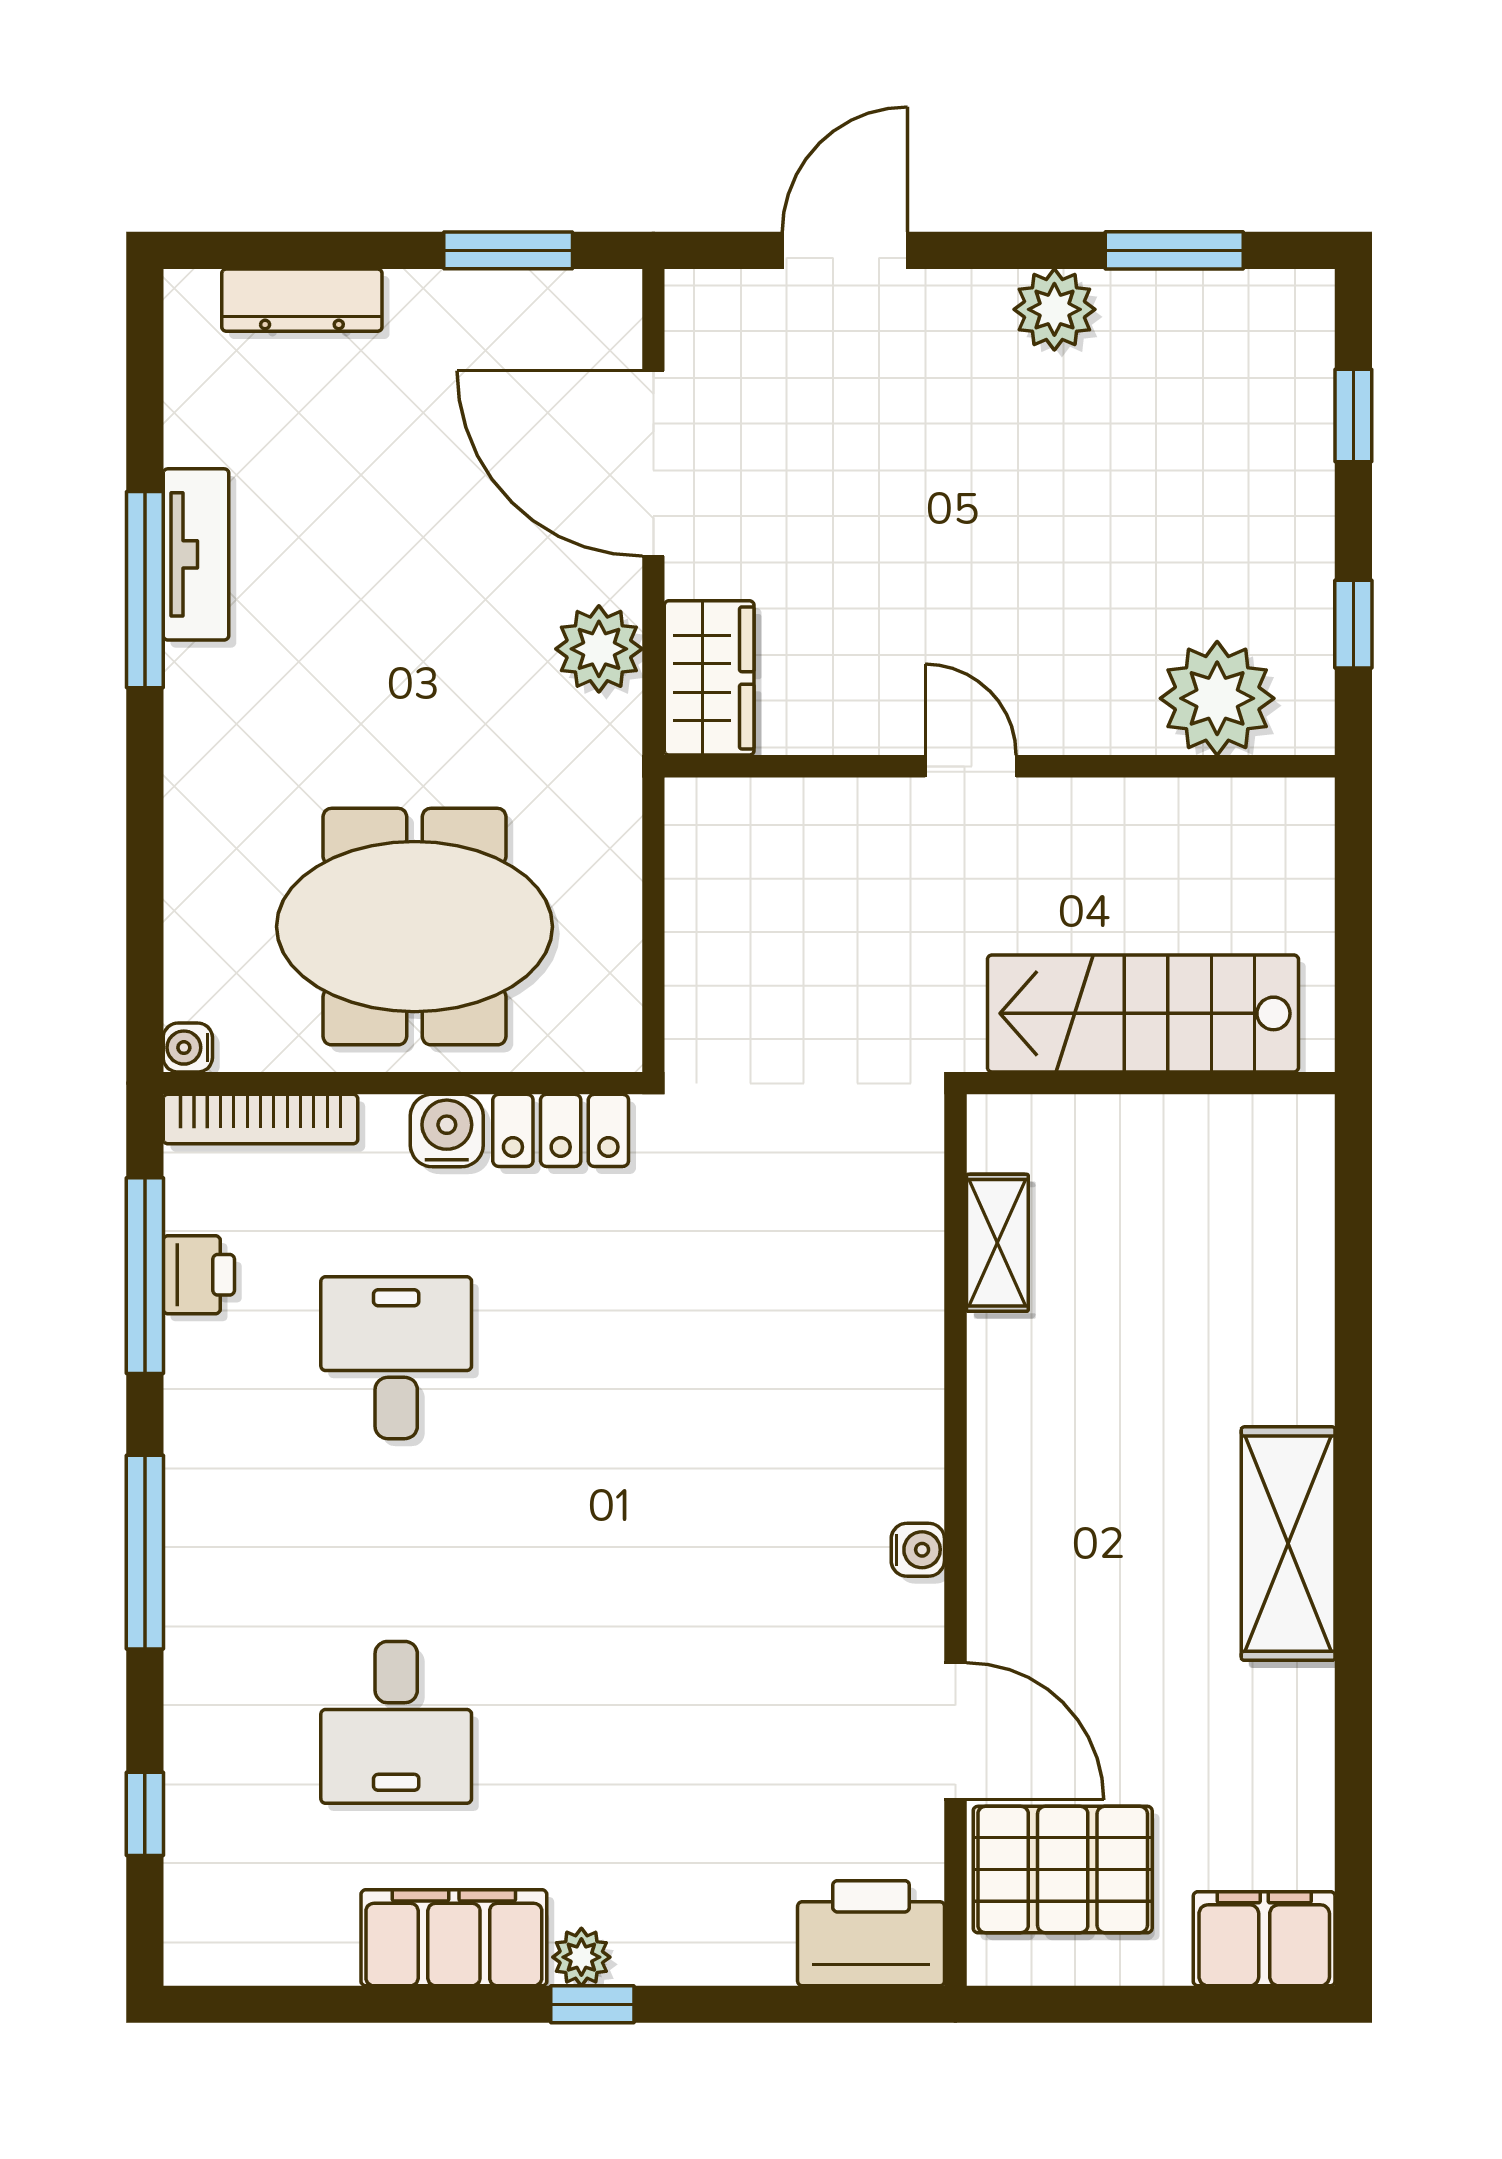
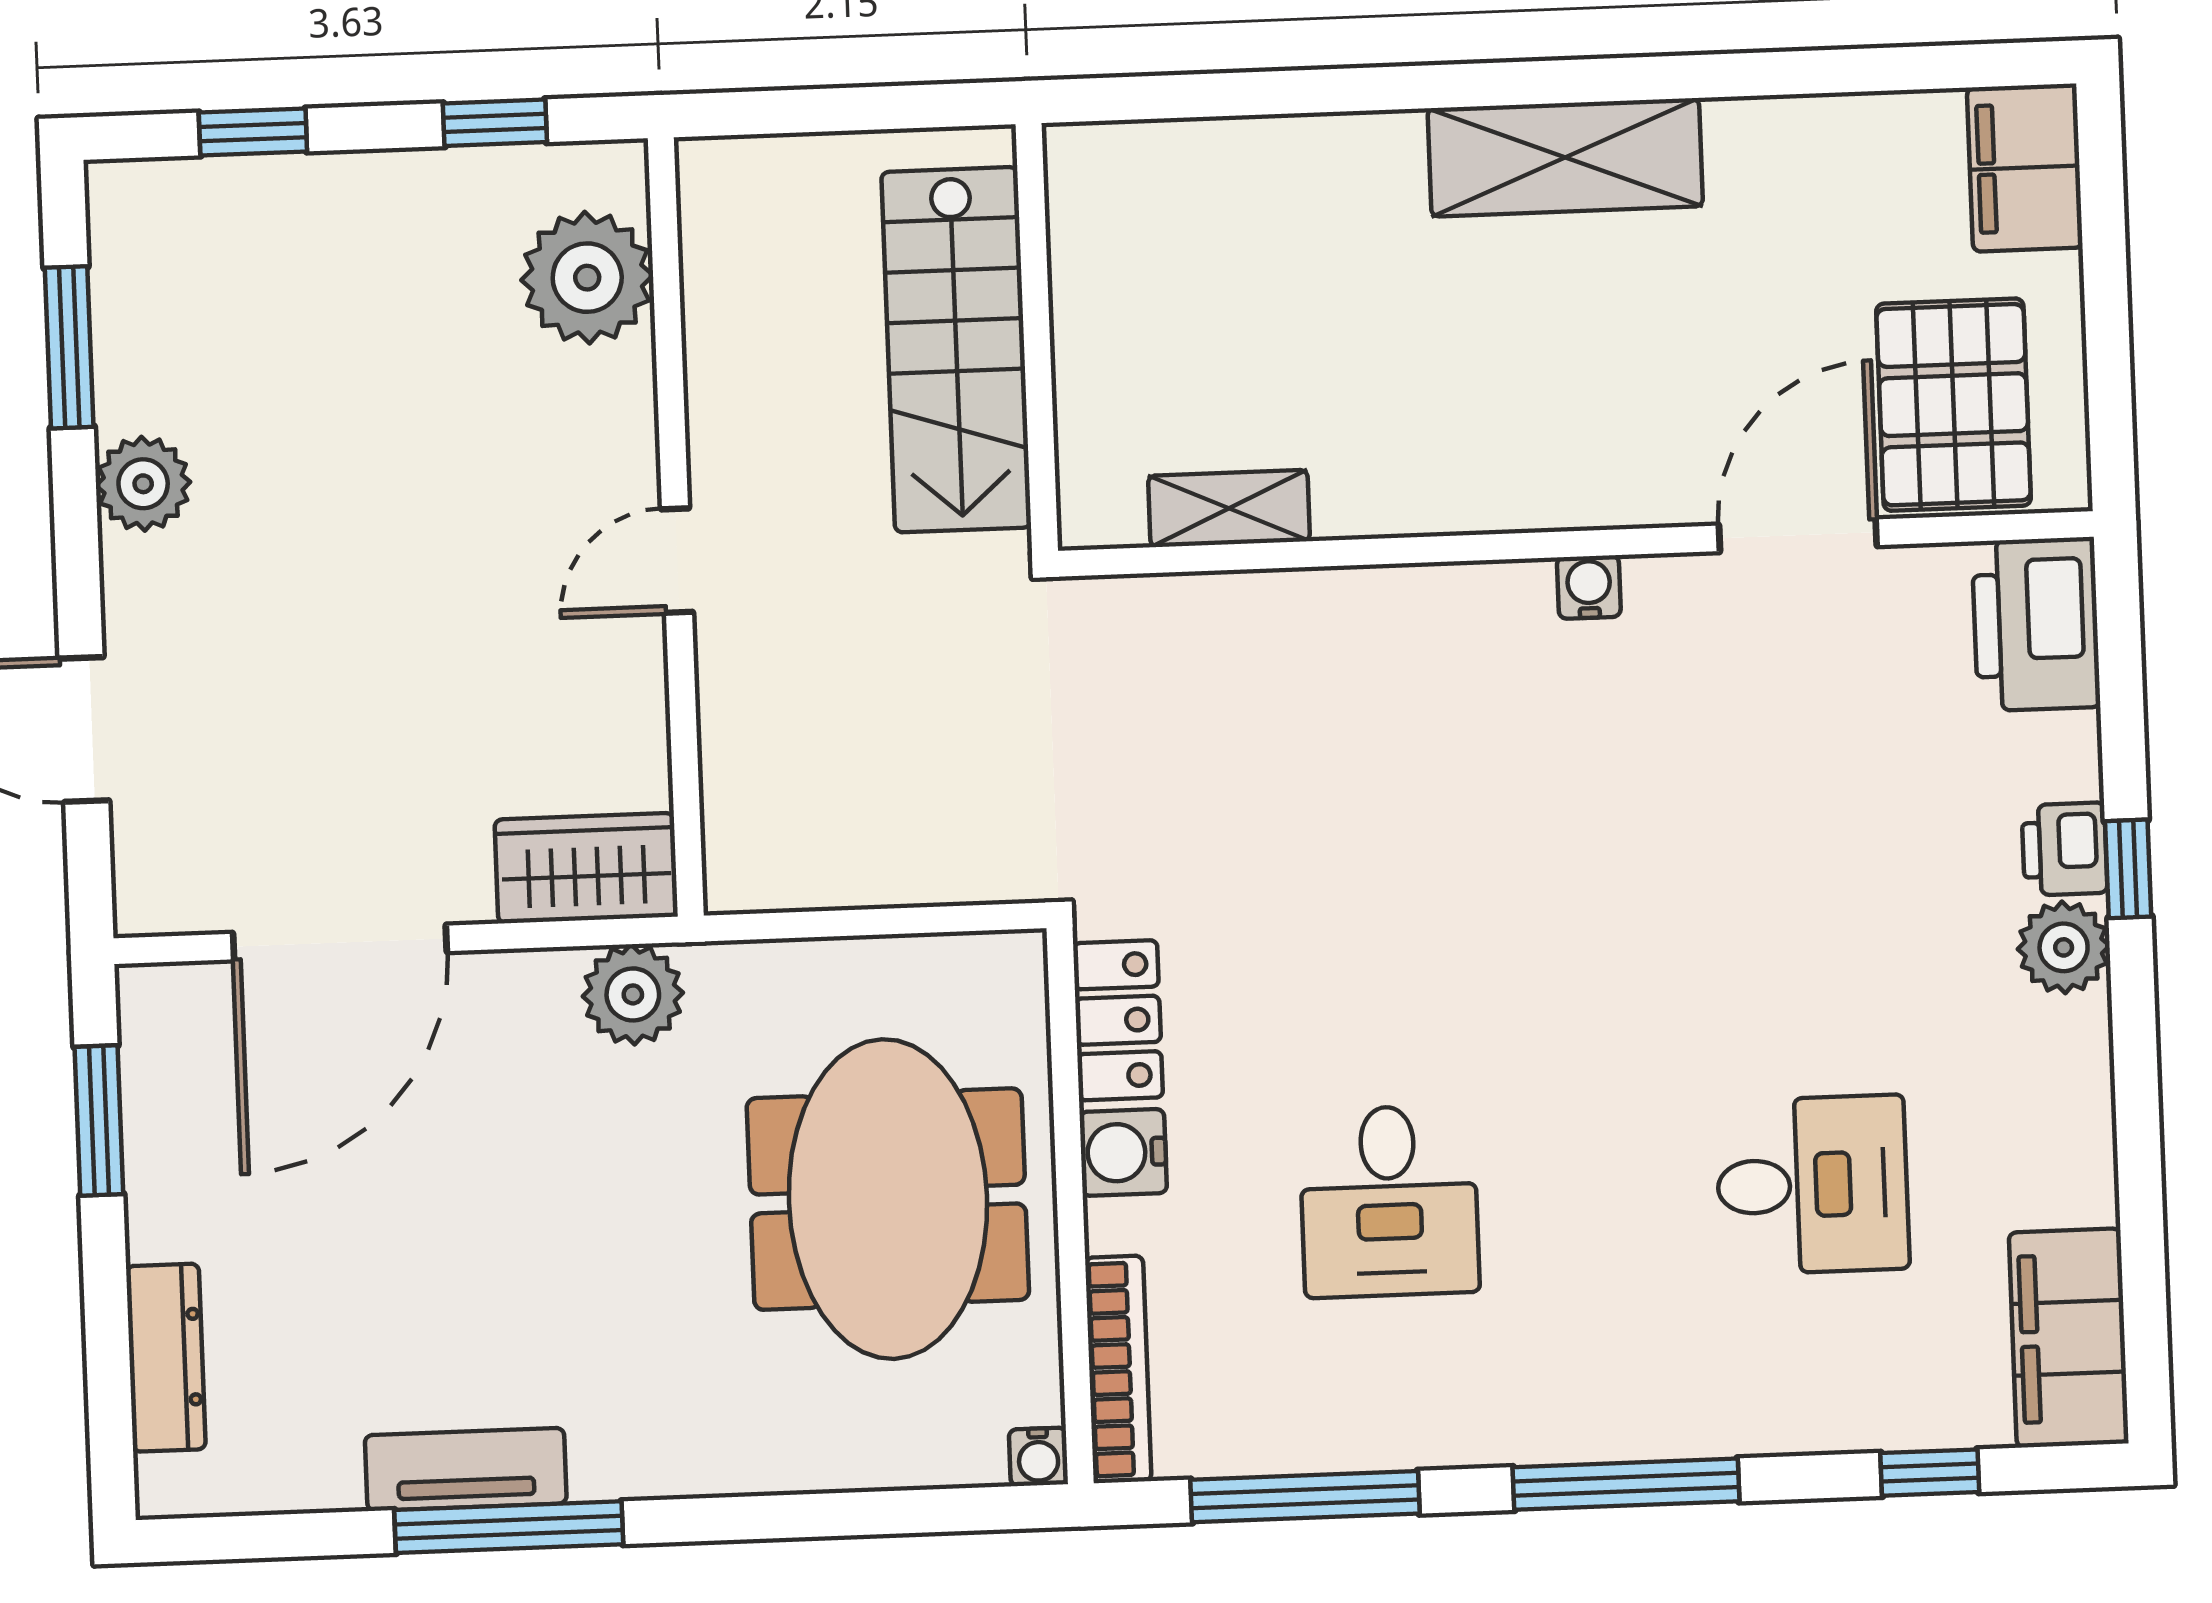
plant: (599, 649) -> (633, 994), moved
printer: (199, 1275) -> (2065, 849), moved, turned -90
desk: (396, 1358) -> (1389, 1201), turned -90
filing cabinet: (454, 1938) -> (2069, 1338), moved
plant: (581, 1957) -> (2064, 947), width x1.38, depth x1.38
window: (592, 2004) -> (2128, 869), moved

